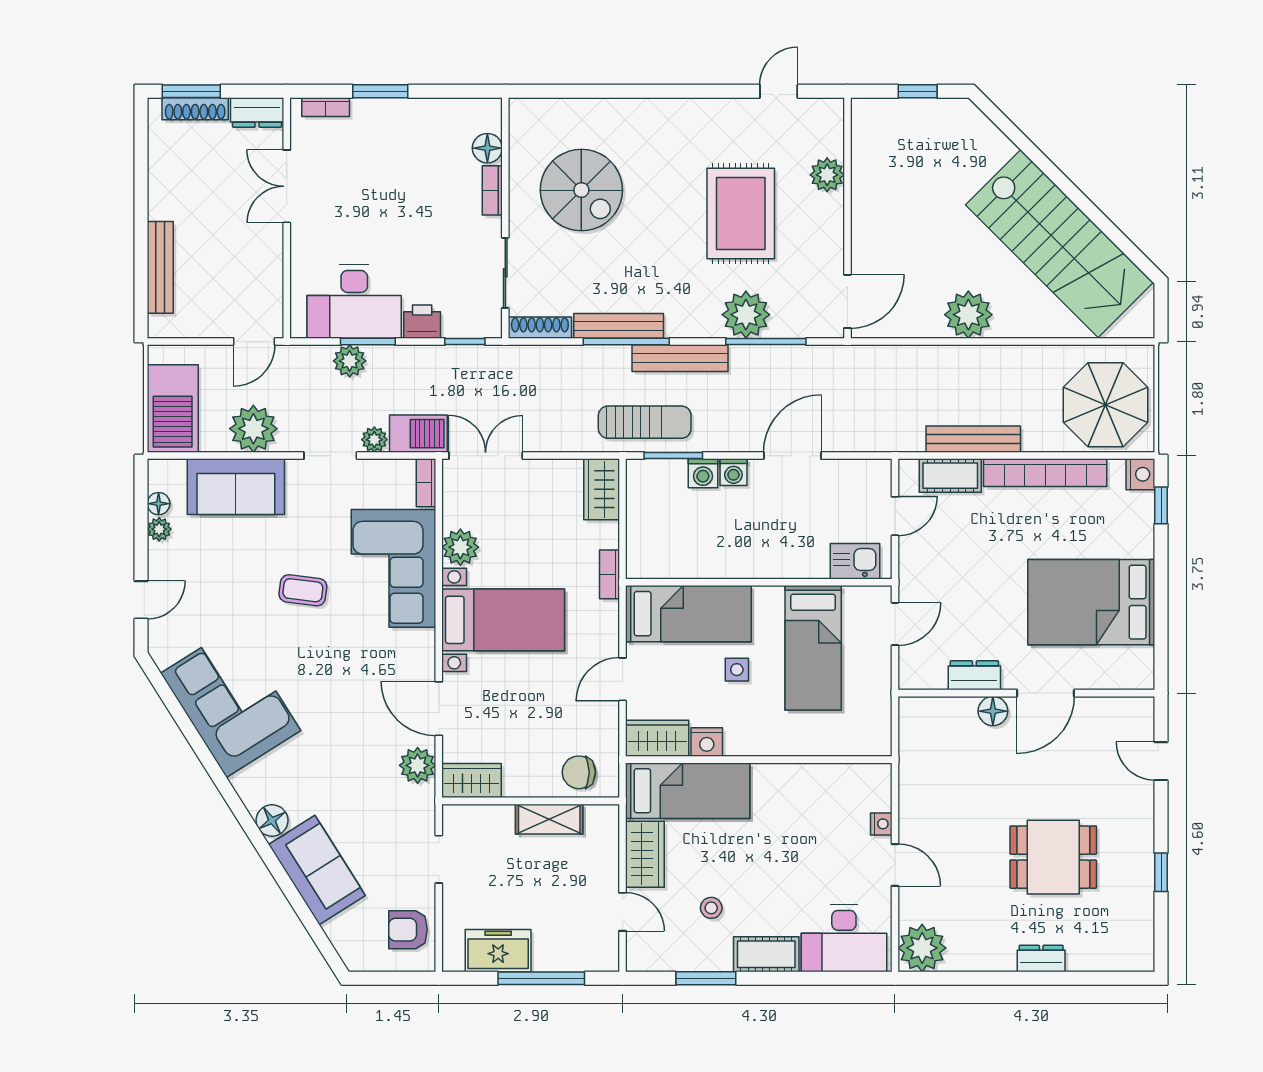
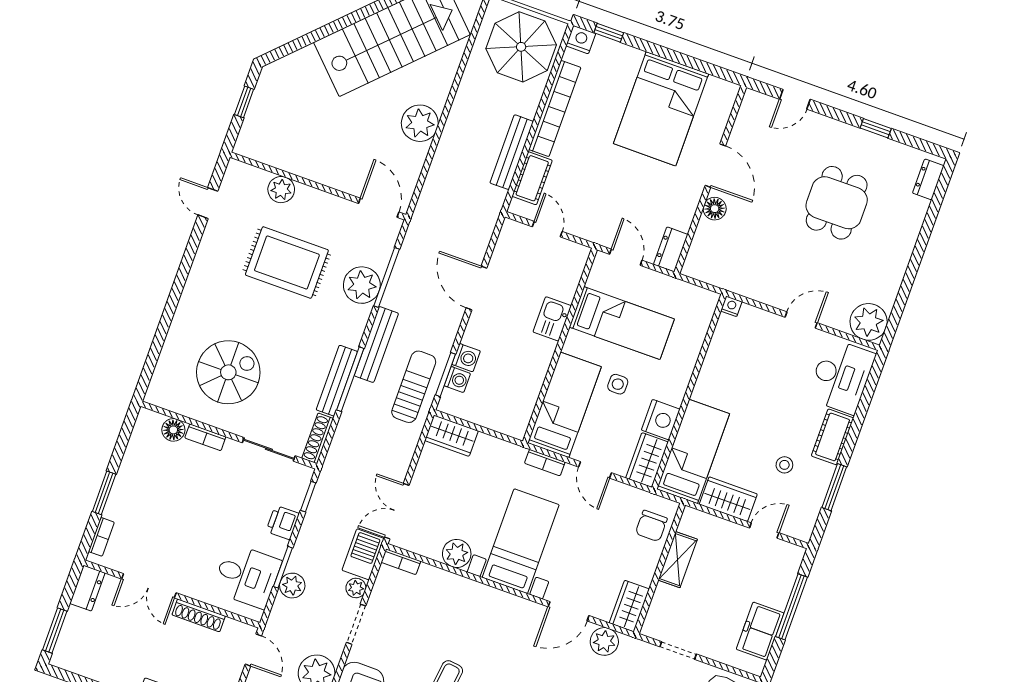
shoe rack: (195, 109) -> (199, 615), moved, turned 90
desk: (354, 301) -> (247, 576), width x0.73
washing machine: (733, 472) -> (457, 380), moved
kitchen sink: (855, 561) -> (552, 319), moved
corner sofa: (393, 568) -> (455, 608), removed
bookcase: (610, 574) -> (545, 463), moved
dresser: (974, 675) -> (671, 249), moved
nightstand: (707, 742) -> (661, 420), width x1.36, depth x1.33
nightstand: (881, 824) -> (731, 306), moved
dresser: (1041, 959) -> (928, 179), moved

